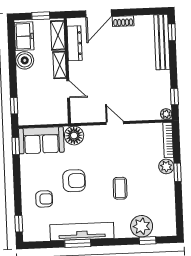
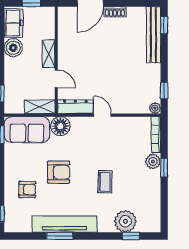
shelving: (58, 35) -> (40, 107), moved, turned 90
dresser: (75, 43) -> (75, 107), moved, turned -90

